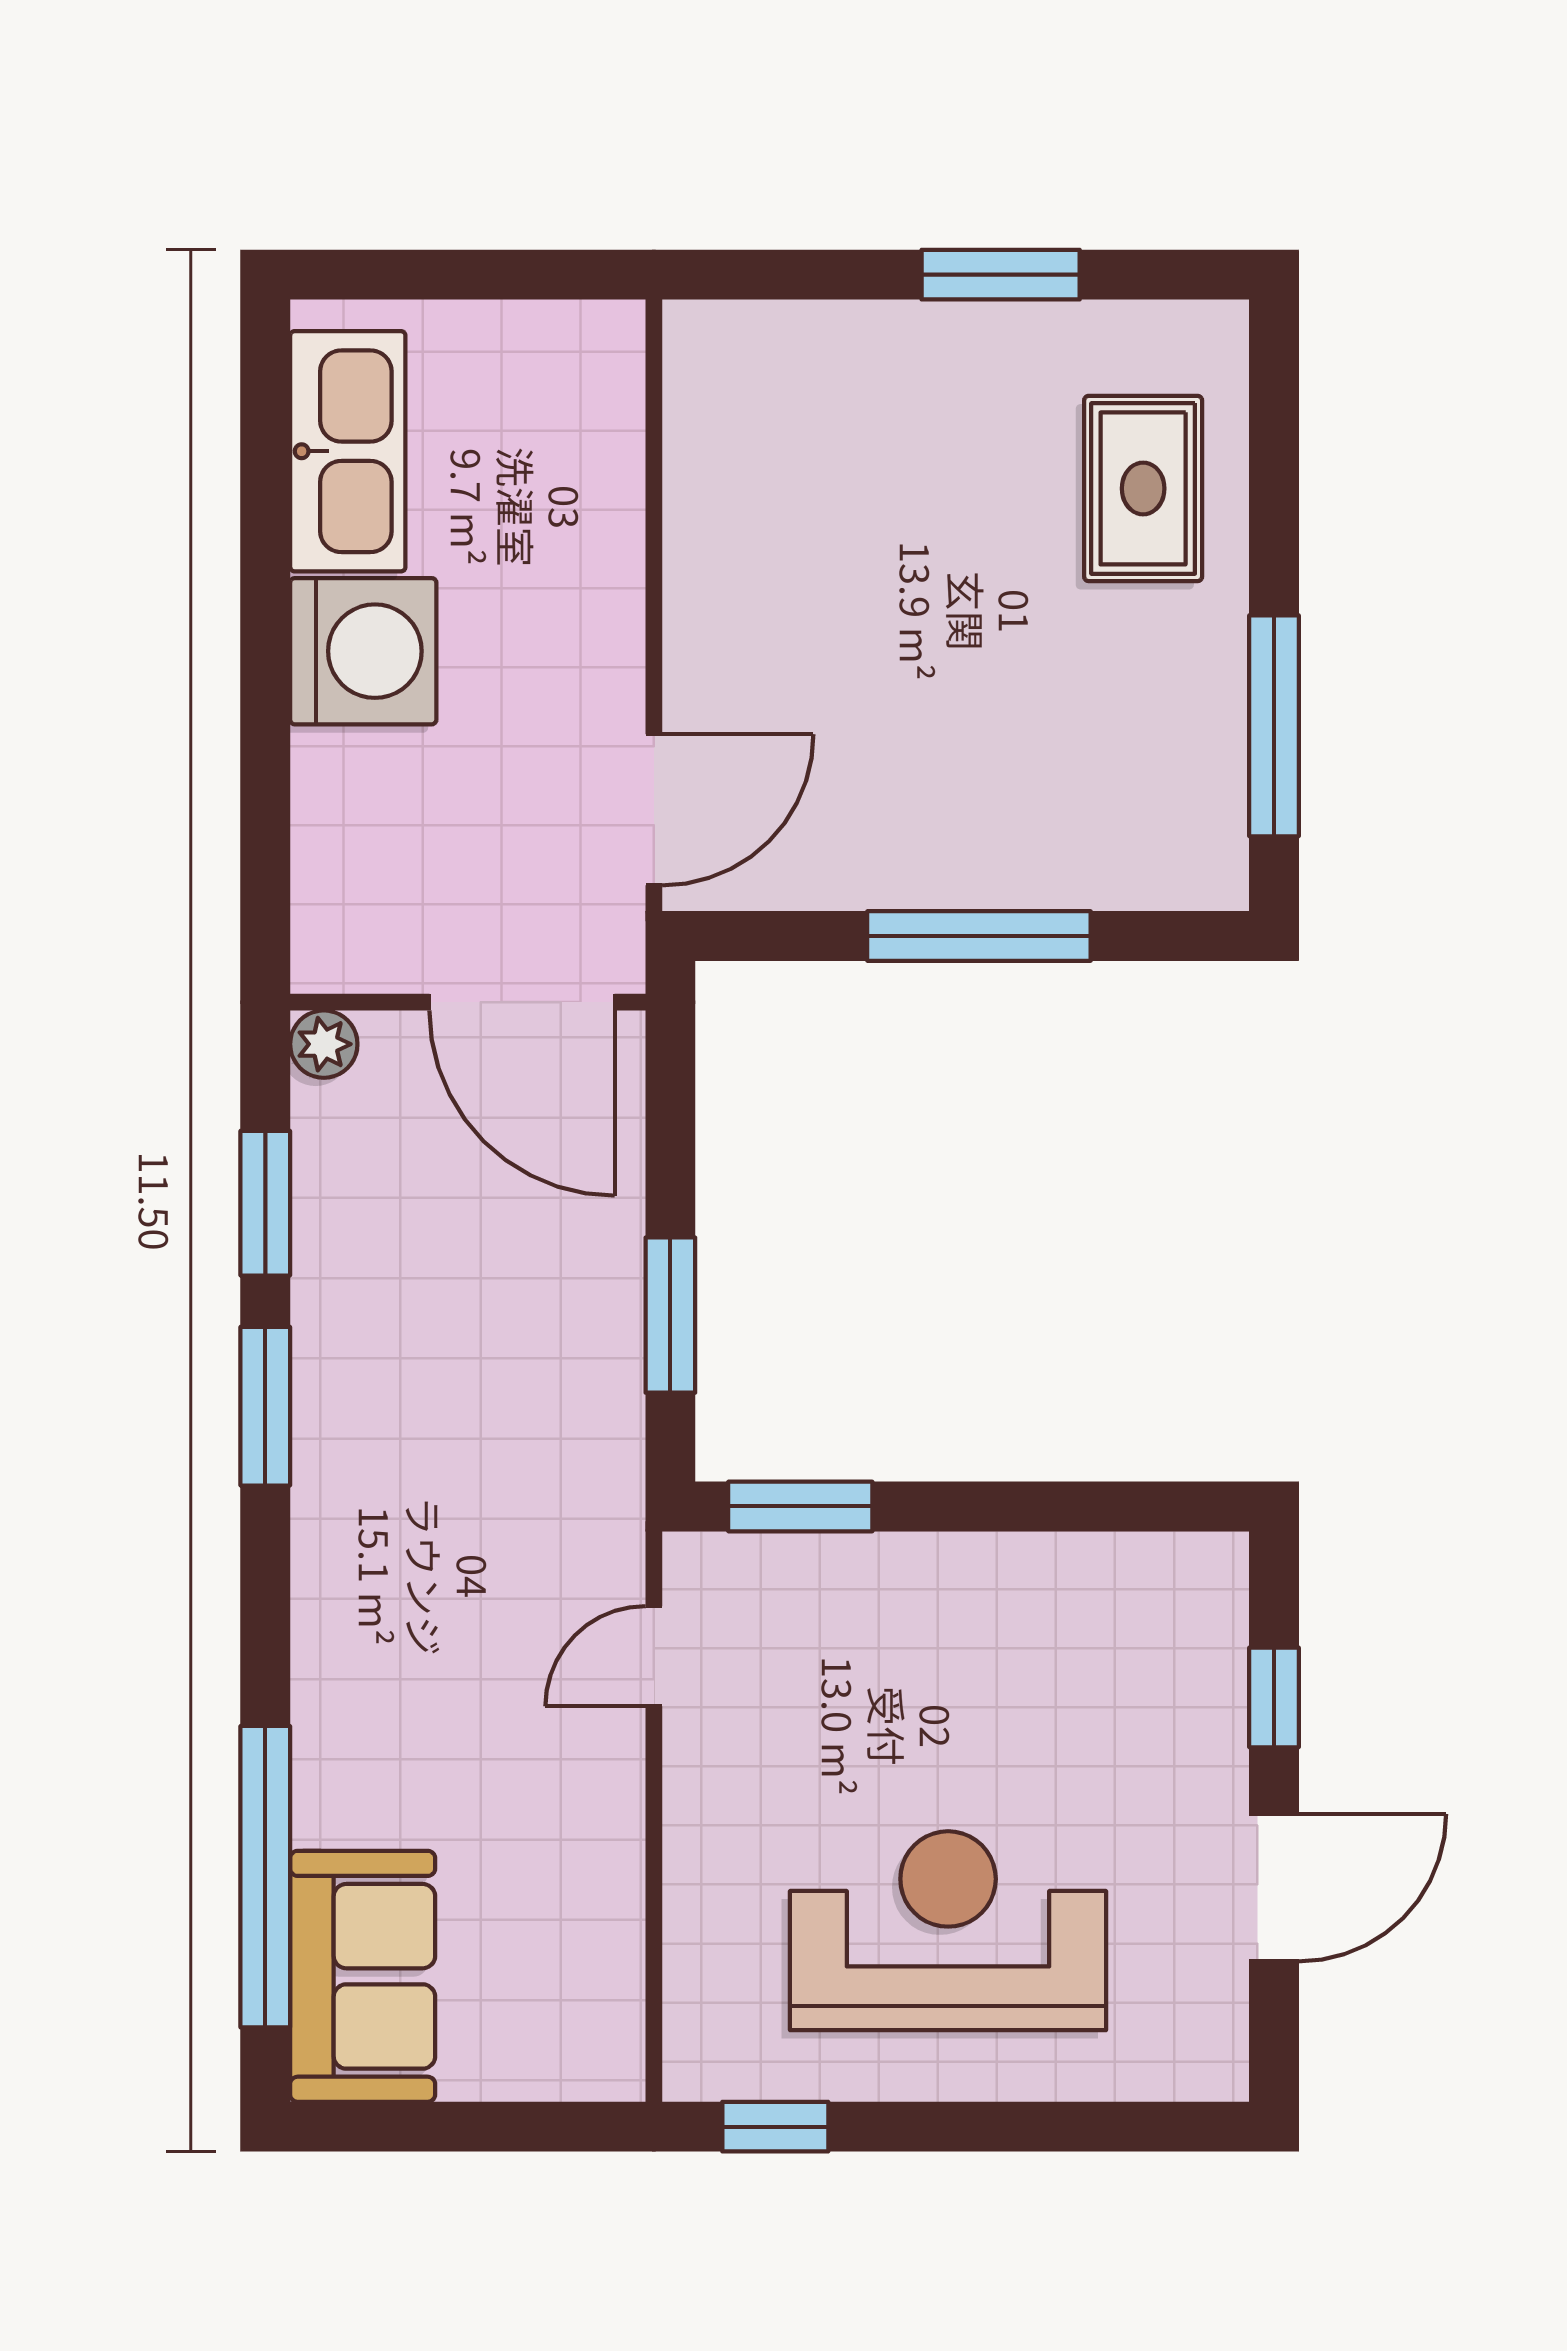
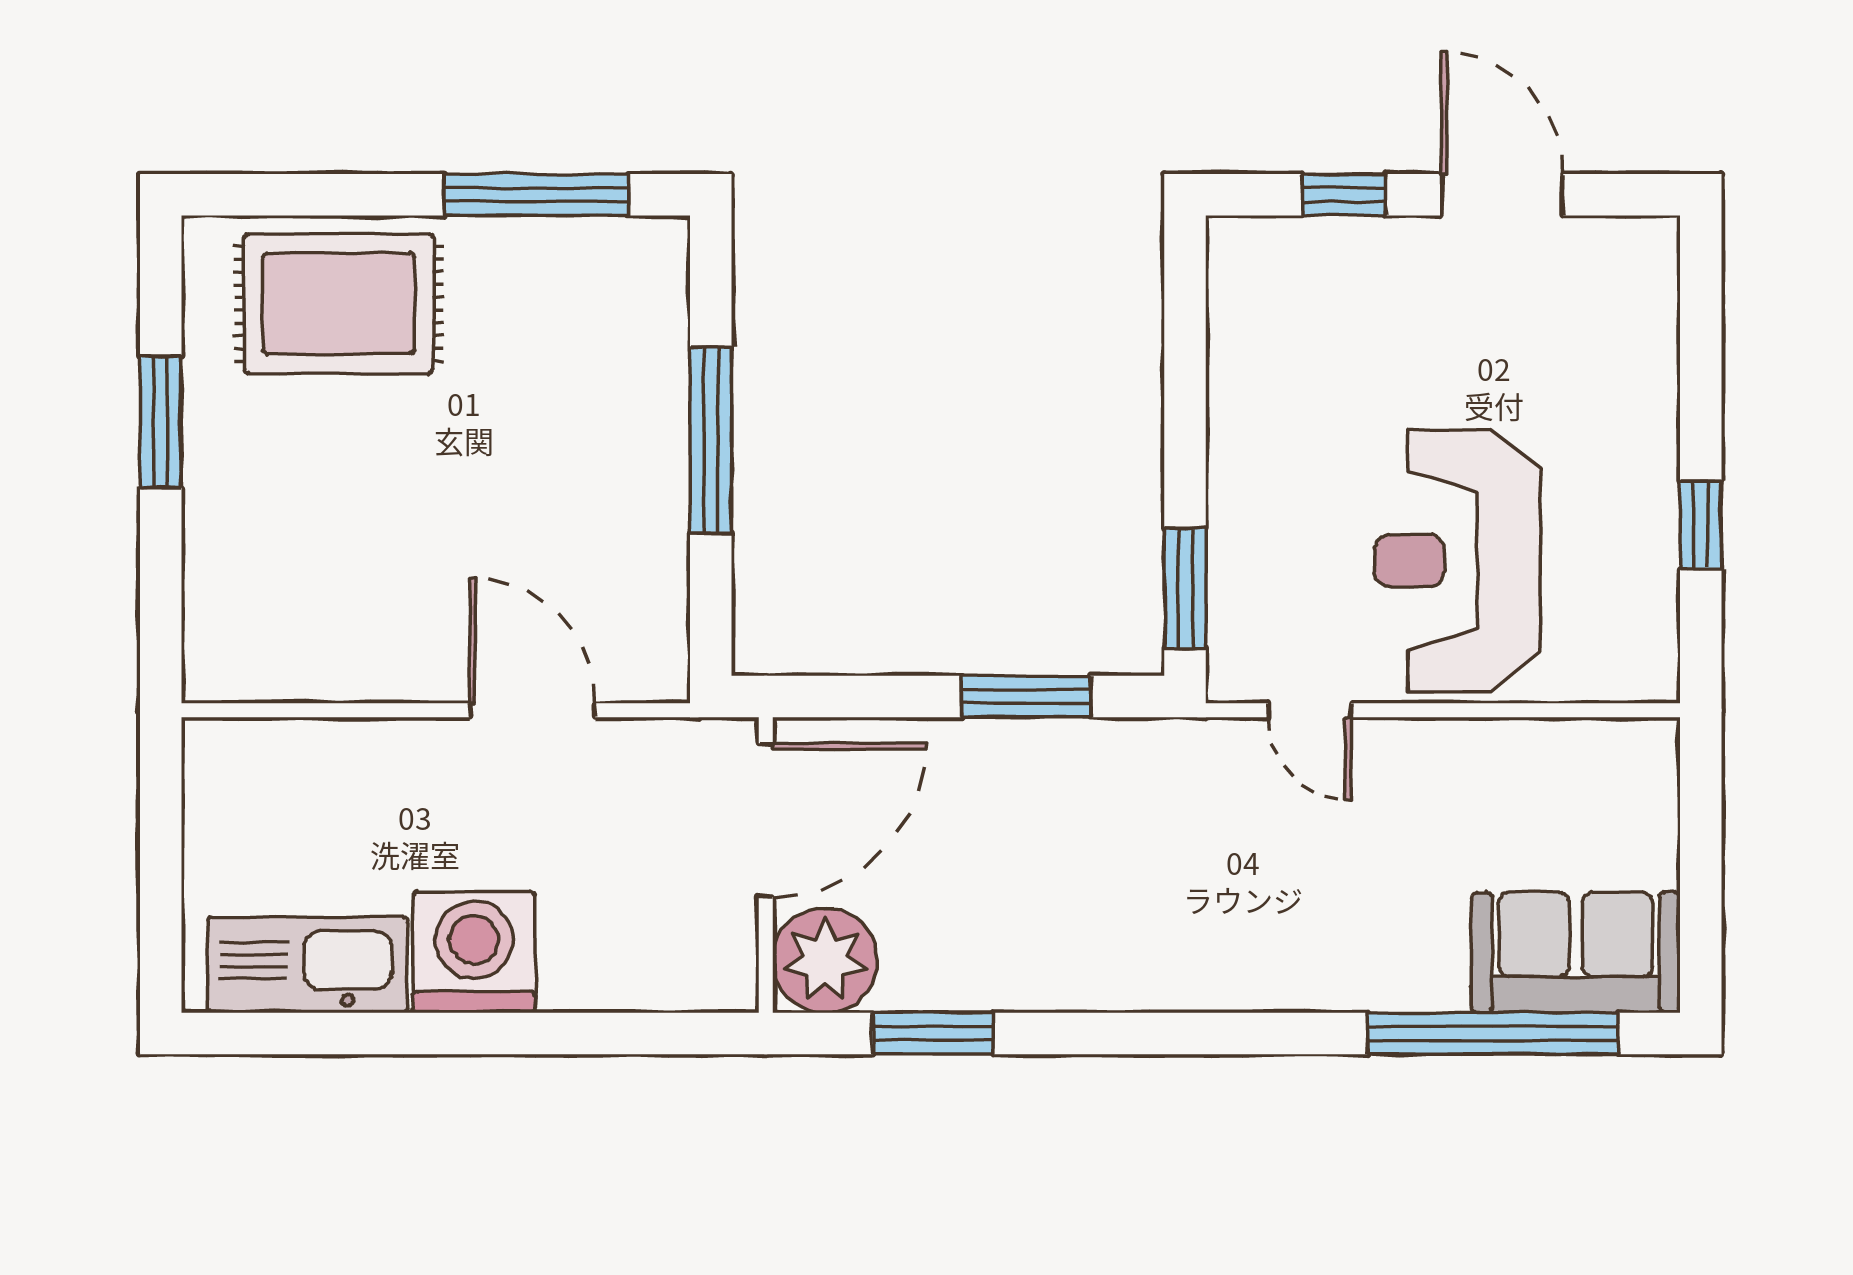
rug: (1143, 488) -> (339, 304), width x1.36, depth x1.43
door: (654, 810) -> (532, 710), moved
plant: (324, 1044) -> (825, 960), width x1.88, depth x1.88
window: (265, 1406) -> (1102, 1033), removed
reception desk: (948, 1931) -> (1457, 561), moved
window: (775, 2127) -> (1701, 525), moved

